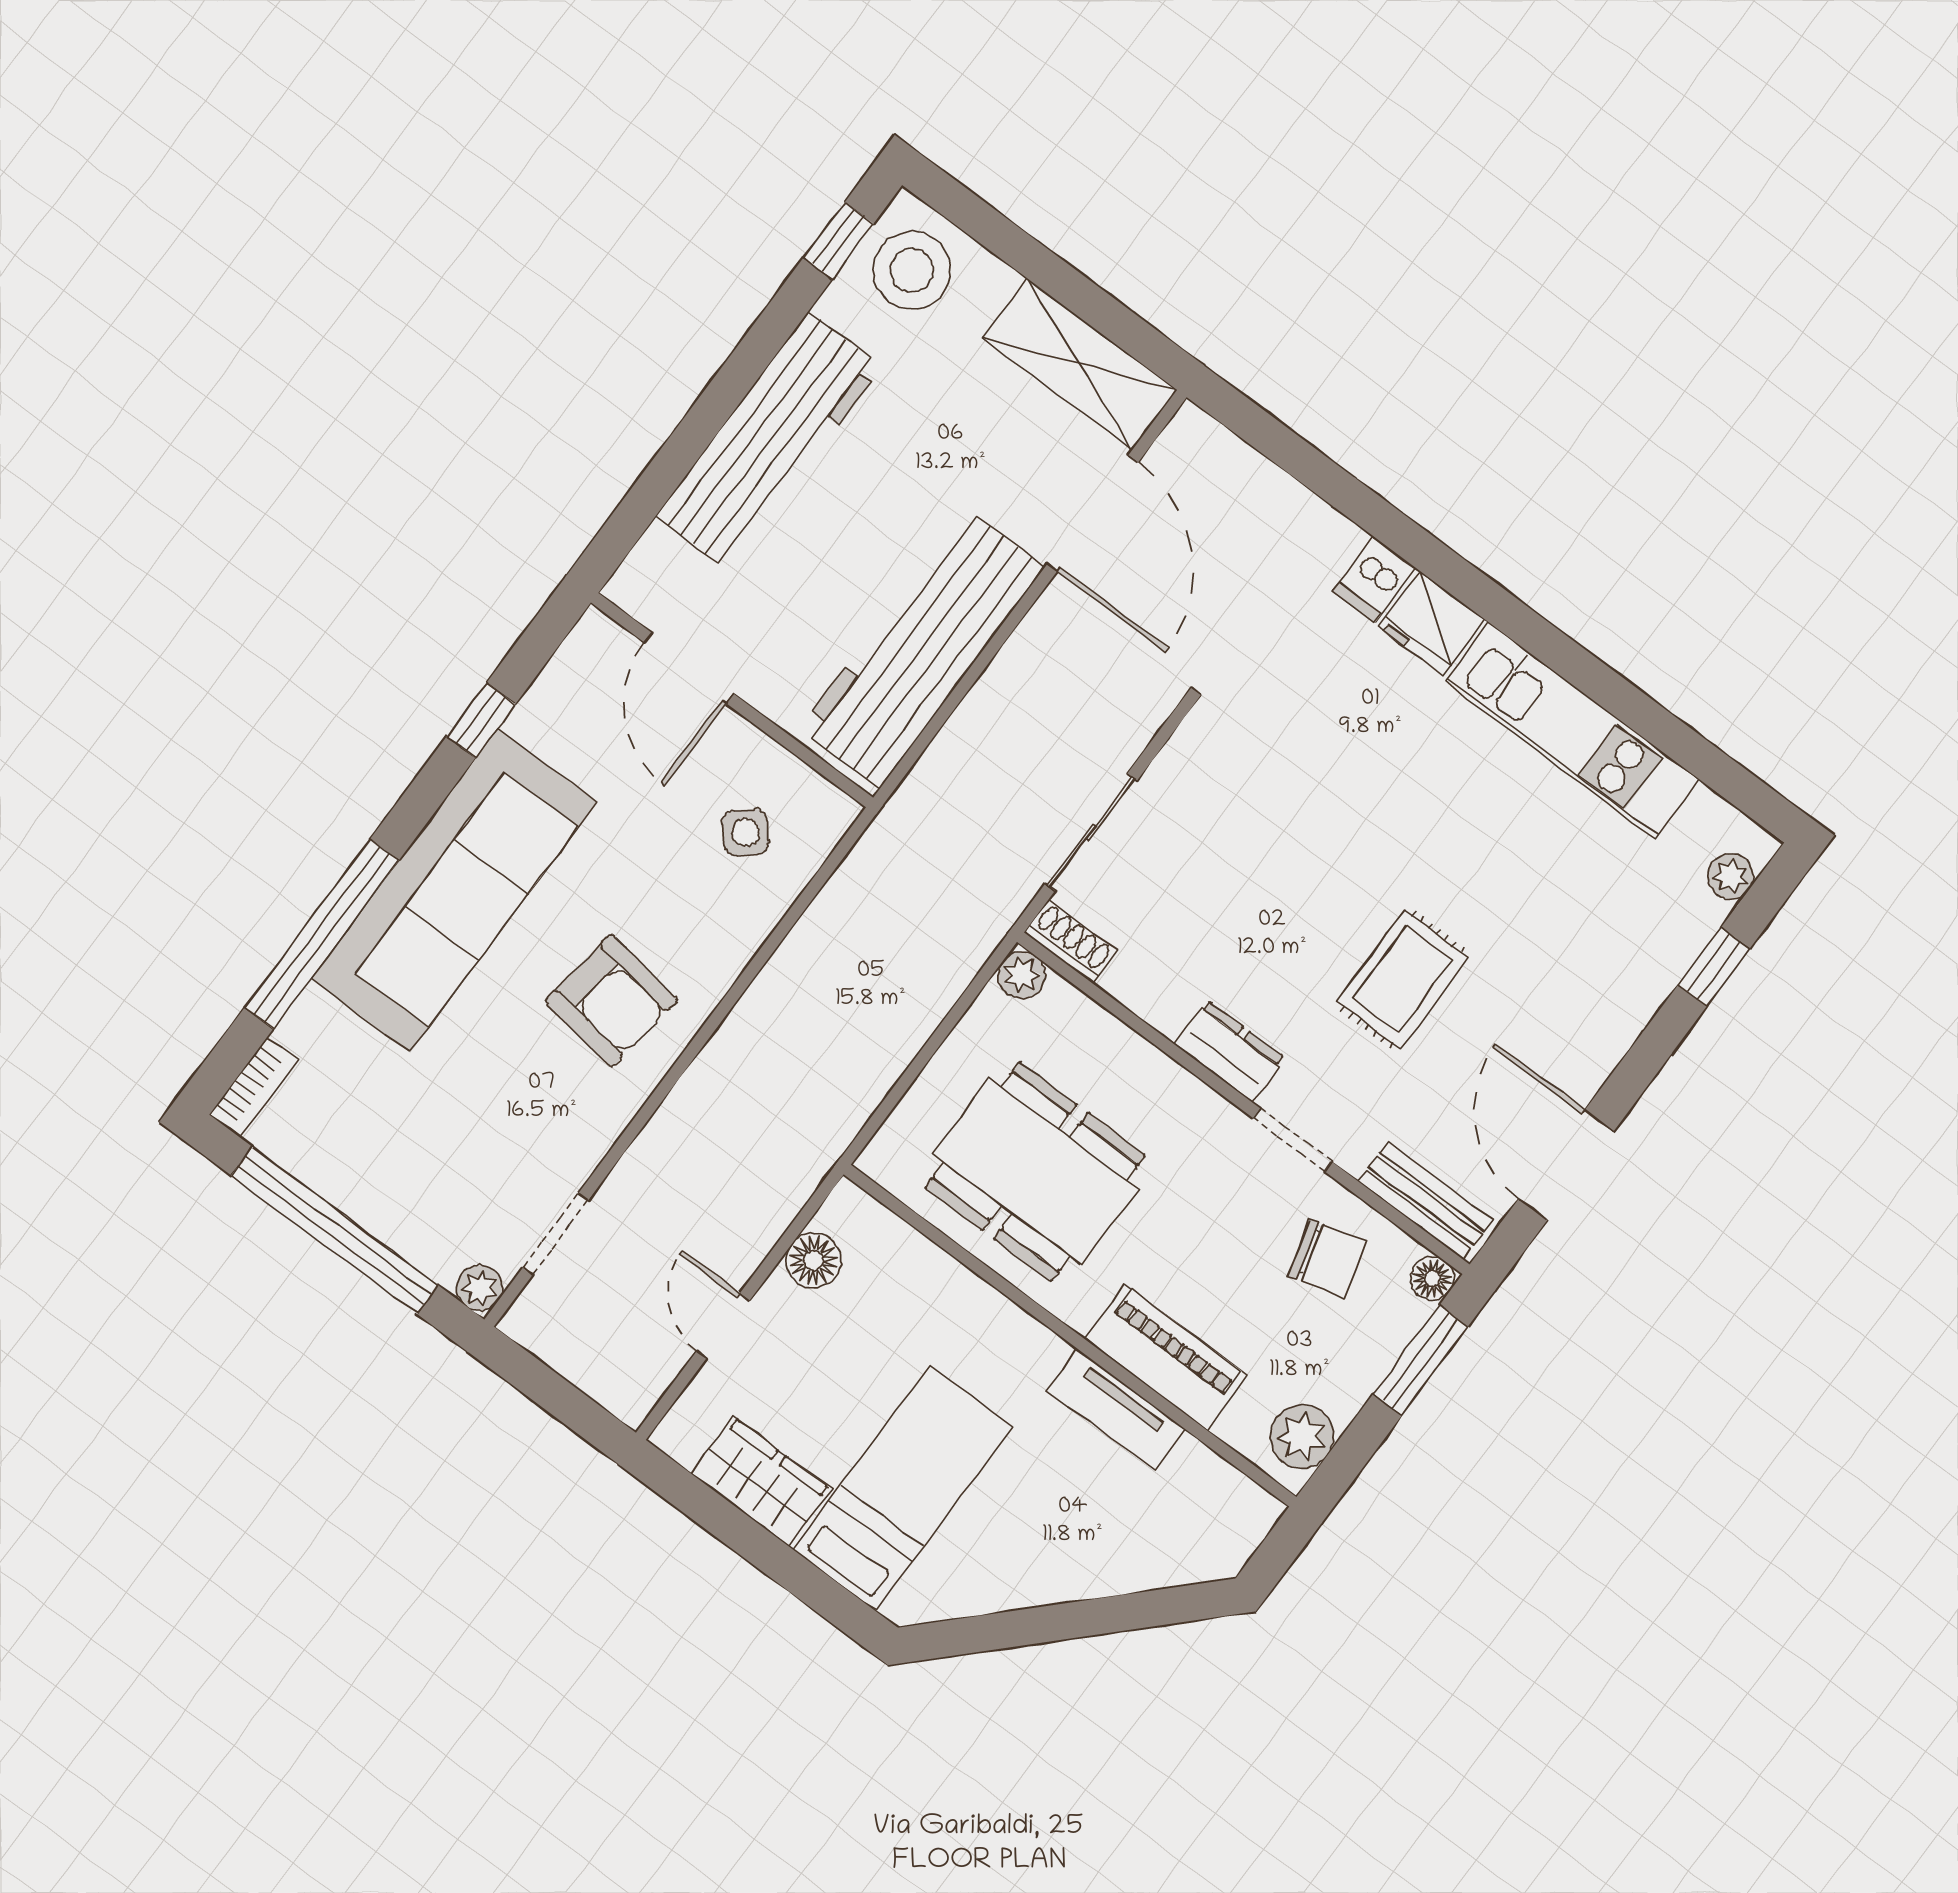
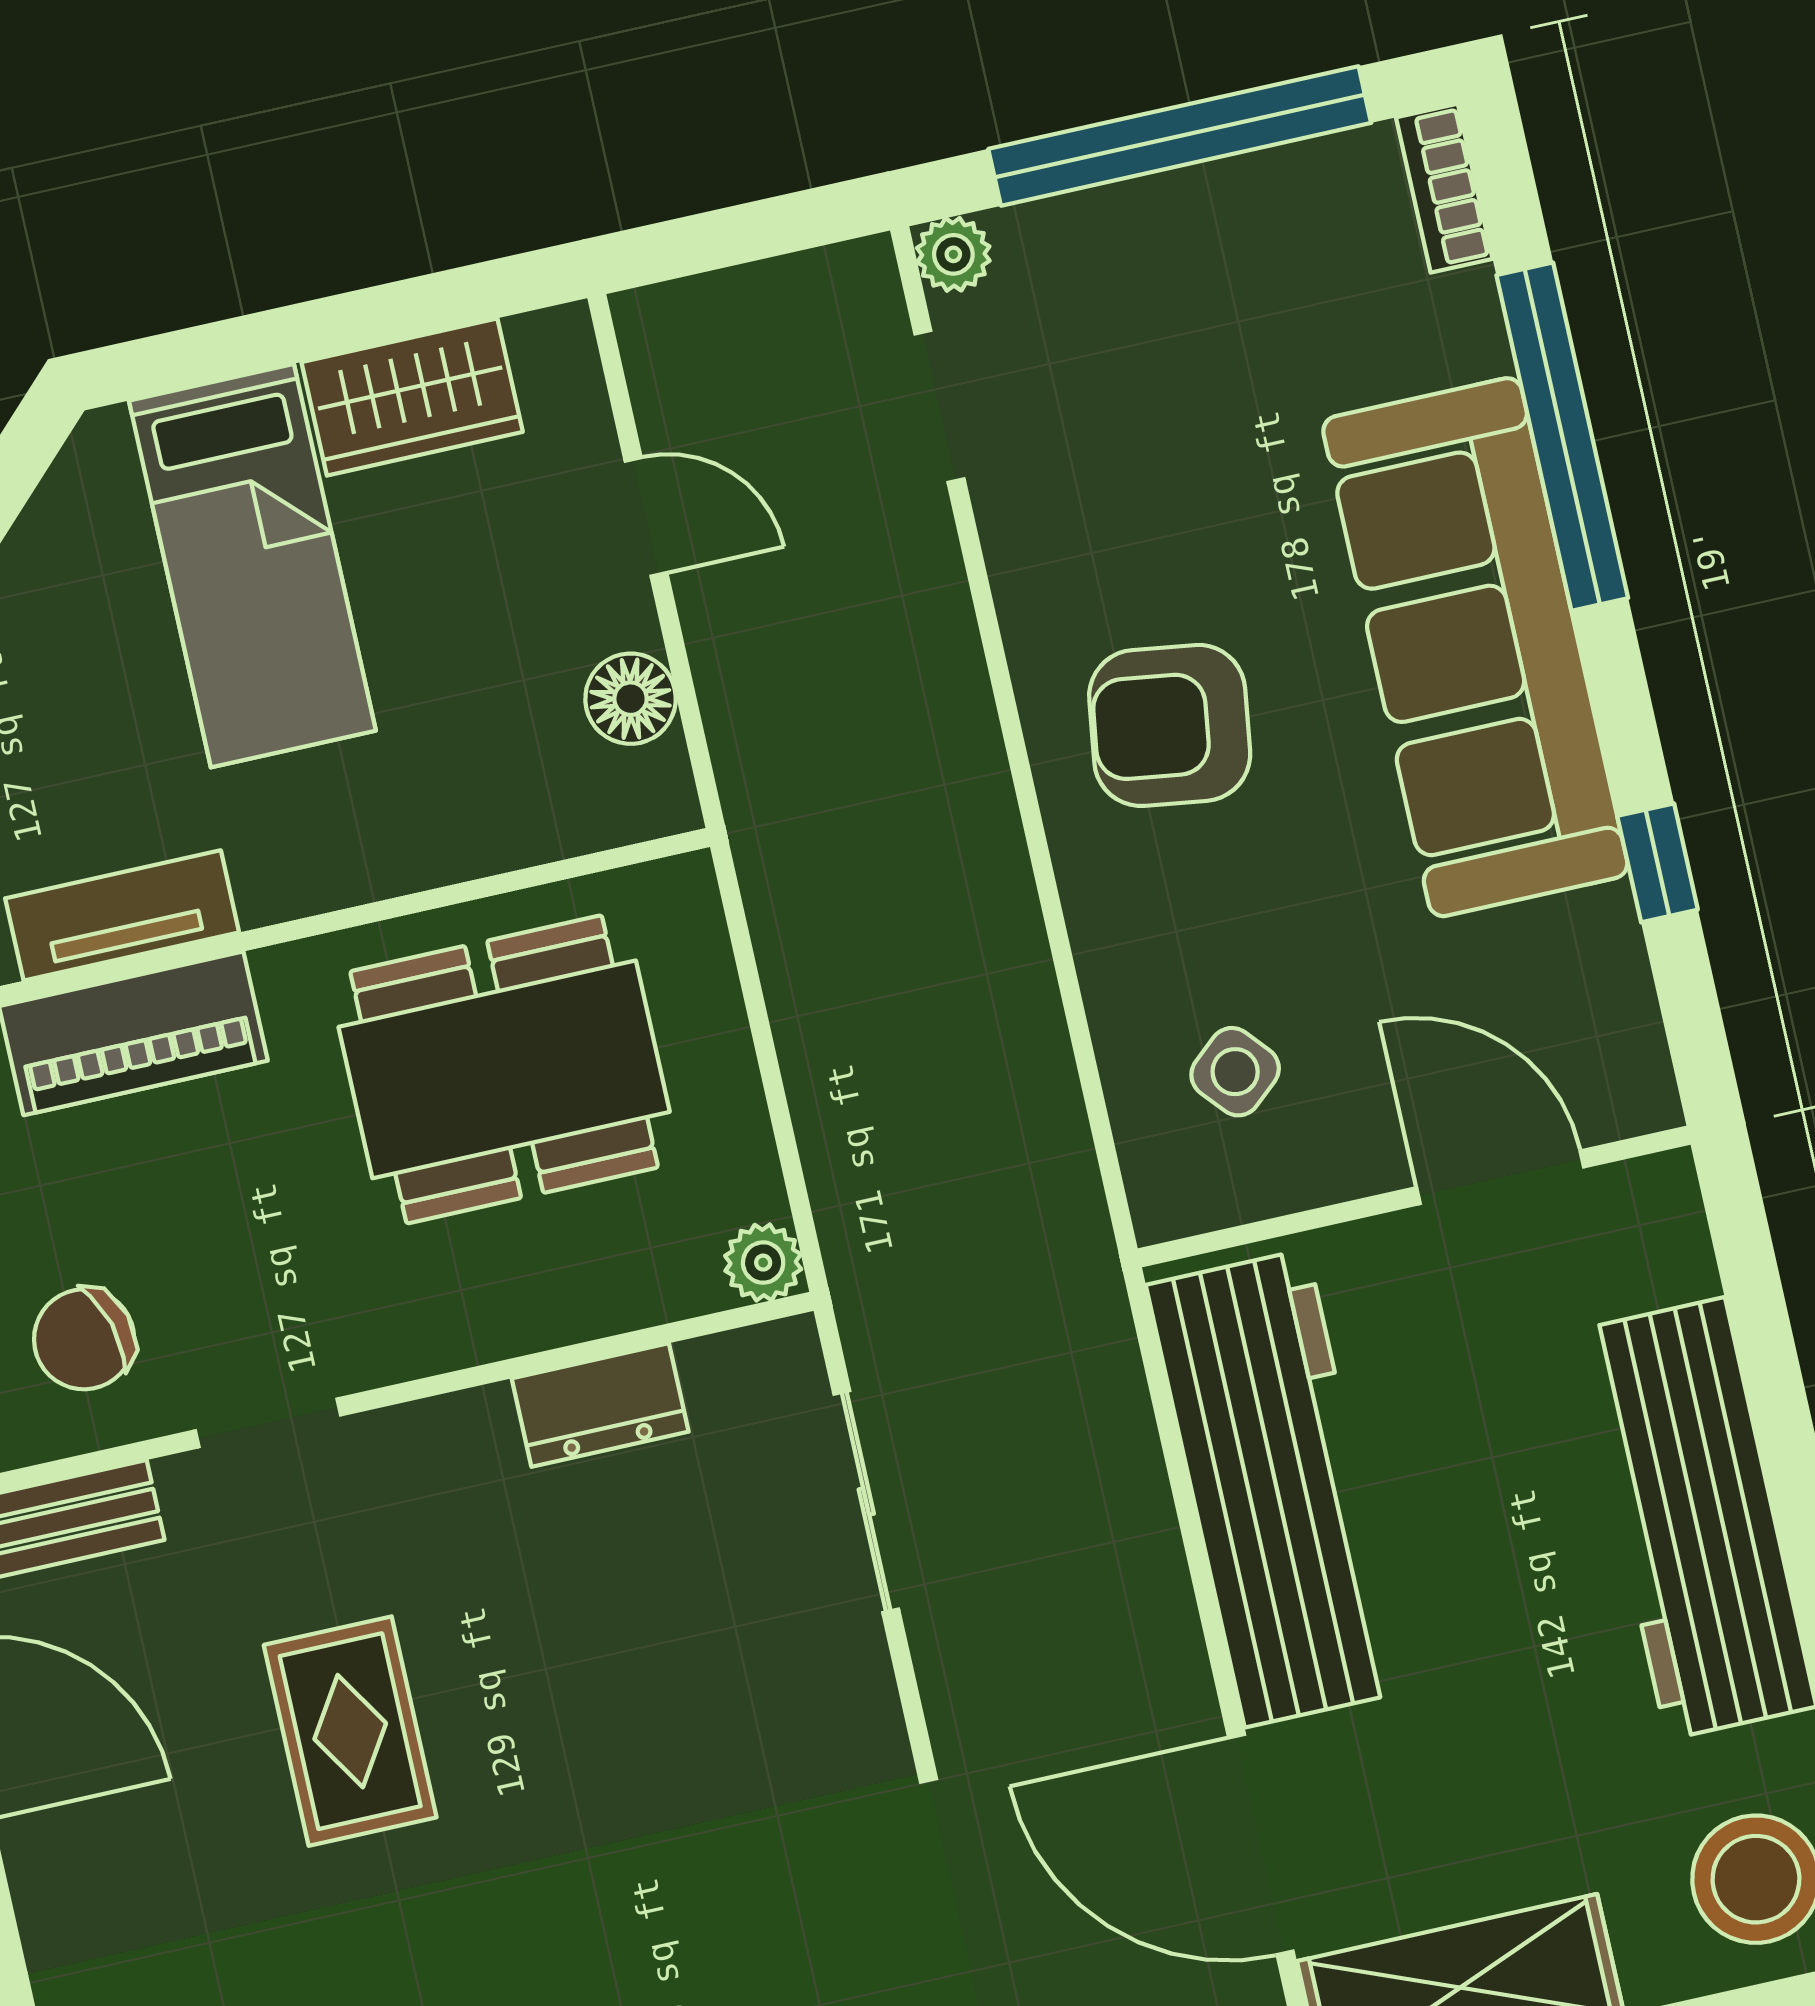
shoe rack: (1071, 941) -> (753, 1359), removed
dresser: (1230, 1051) -> (600, 1405), moved

